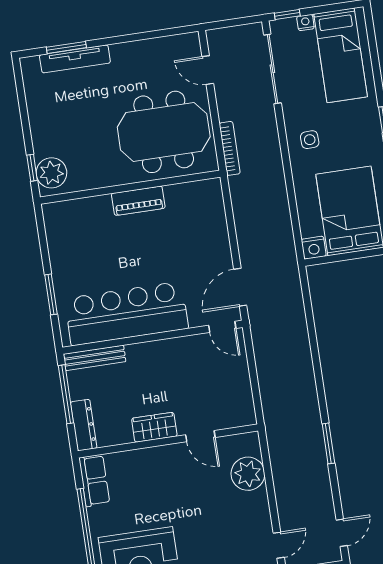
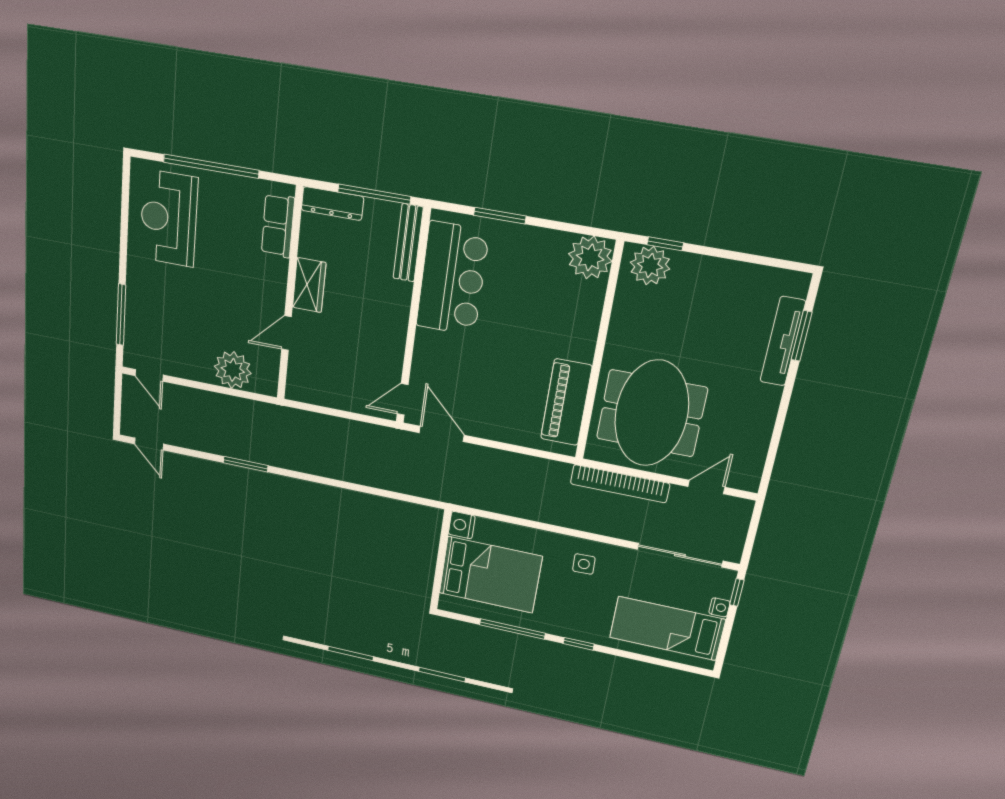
bookcase: (230, 148) -> (620, 484), width x1.48, depth x1.31
piano: (138, 201) -> (566, 402), moved, width x1.37, depth x1.33
plant: (60, 218) -> (590, 258), added
bar counter: (126, 314) -> (452, 279), width x0.73
row of seats: (94, 481) -> (278, 226), moved, turned 90

